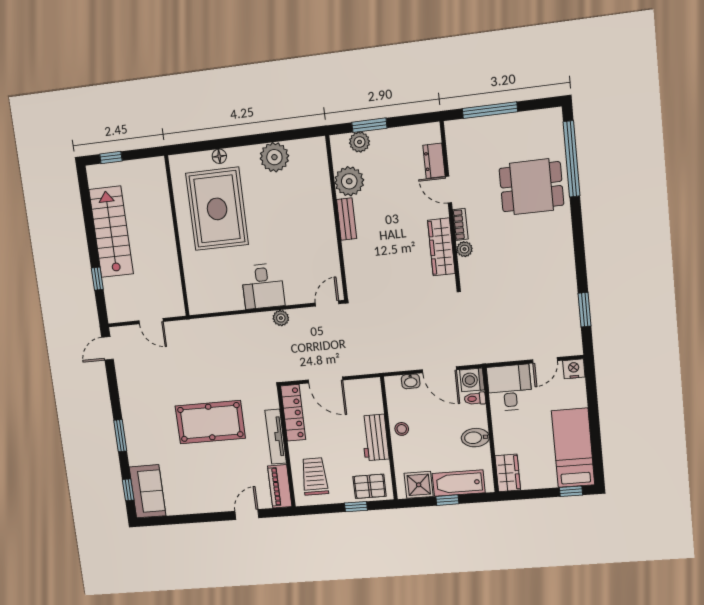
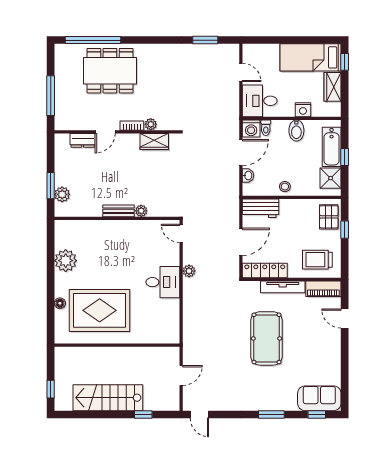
plant: (349, 181) -> (141, 211), moved, width x0.53, depth x0.53
dining table: (531, 187) -> (110, 71), width x1.37
wardrobe: (441, 247) -> (154, 141), width x0.67
nightstand: (574, 369) -> (303, 110), moved, turned -90
workbench: (375, 438) -> (261, 208), moved
wardrobe: (508, 473) -> (332, 87), moved, turned -90

